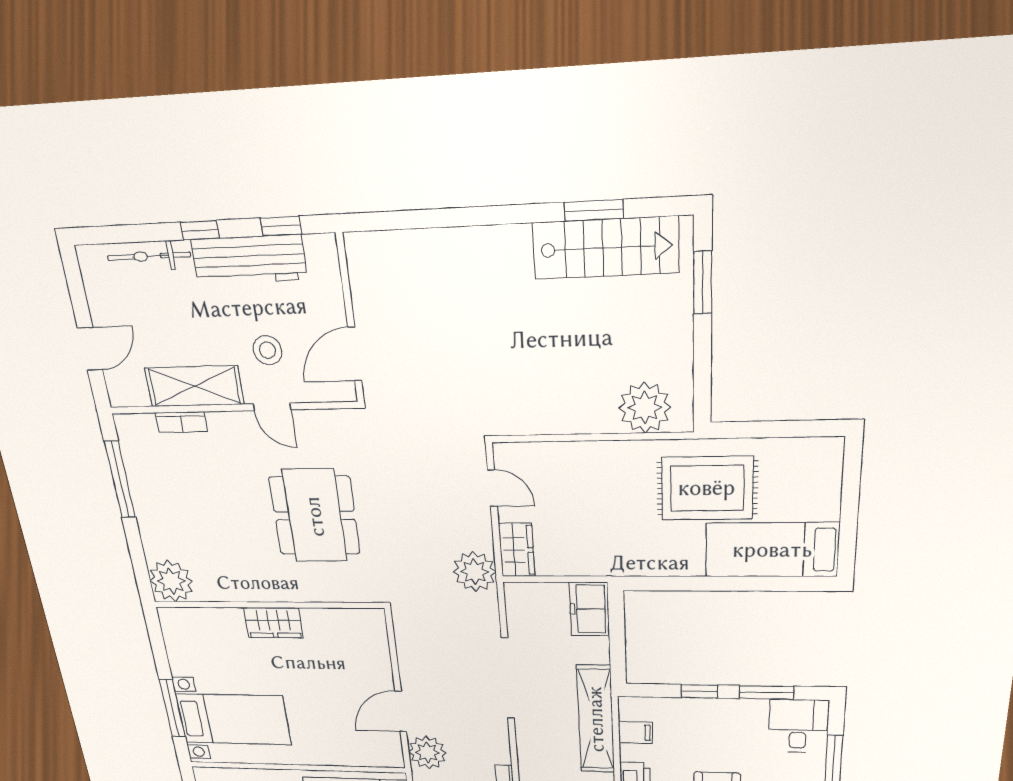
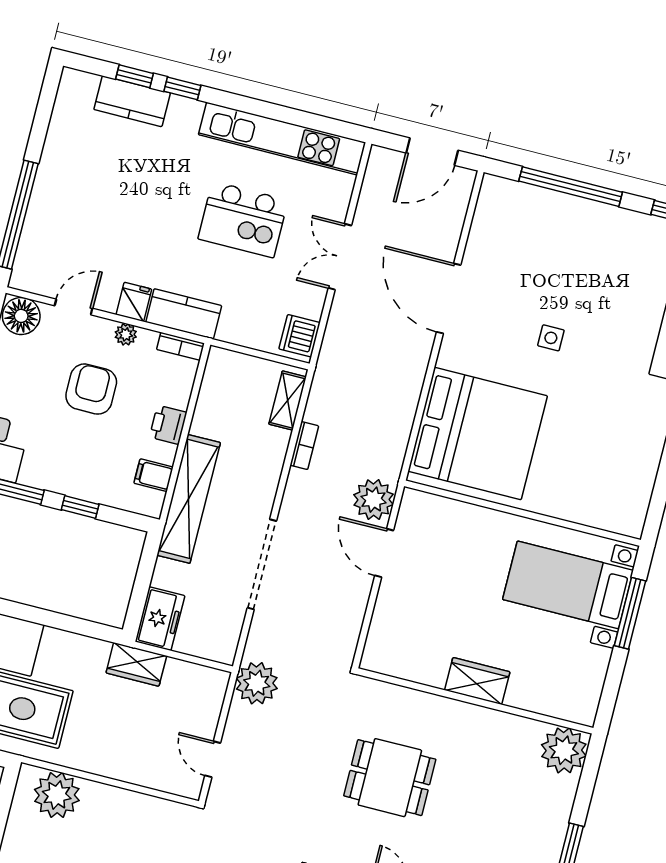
dining table: (315, 516) -> (390, 778), width x0.73
wardrobe: (517, 550) -> (136, 664), moved, turned -90
door: (401, 711) -> (384, 553), swing flipped

